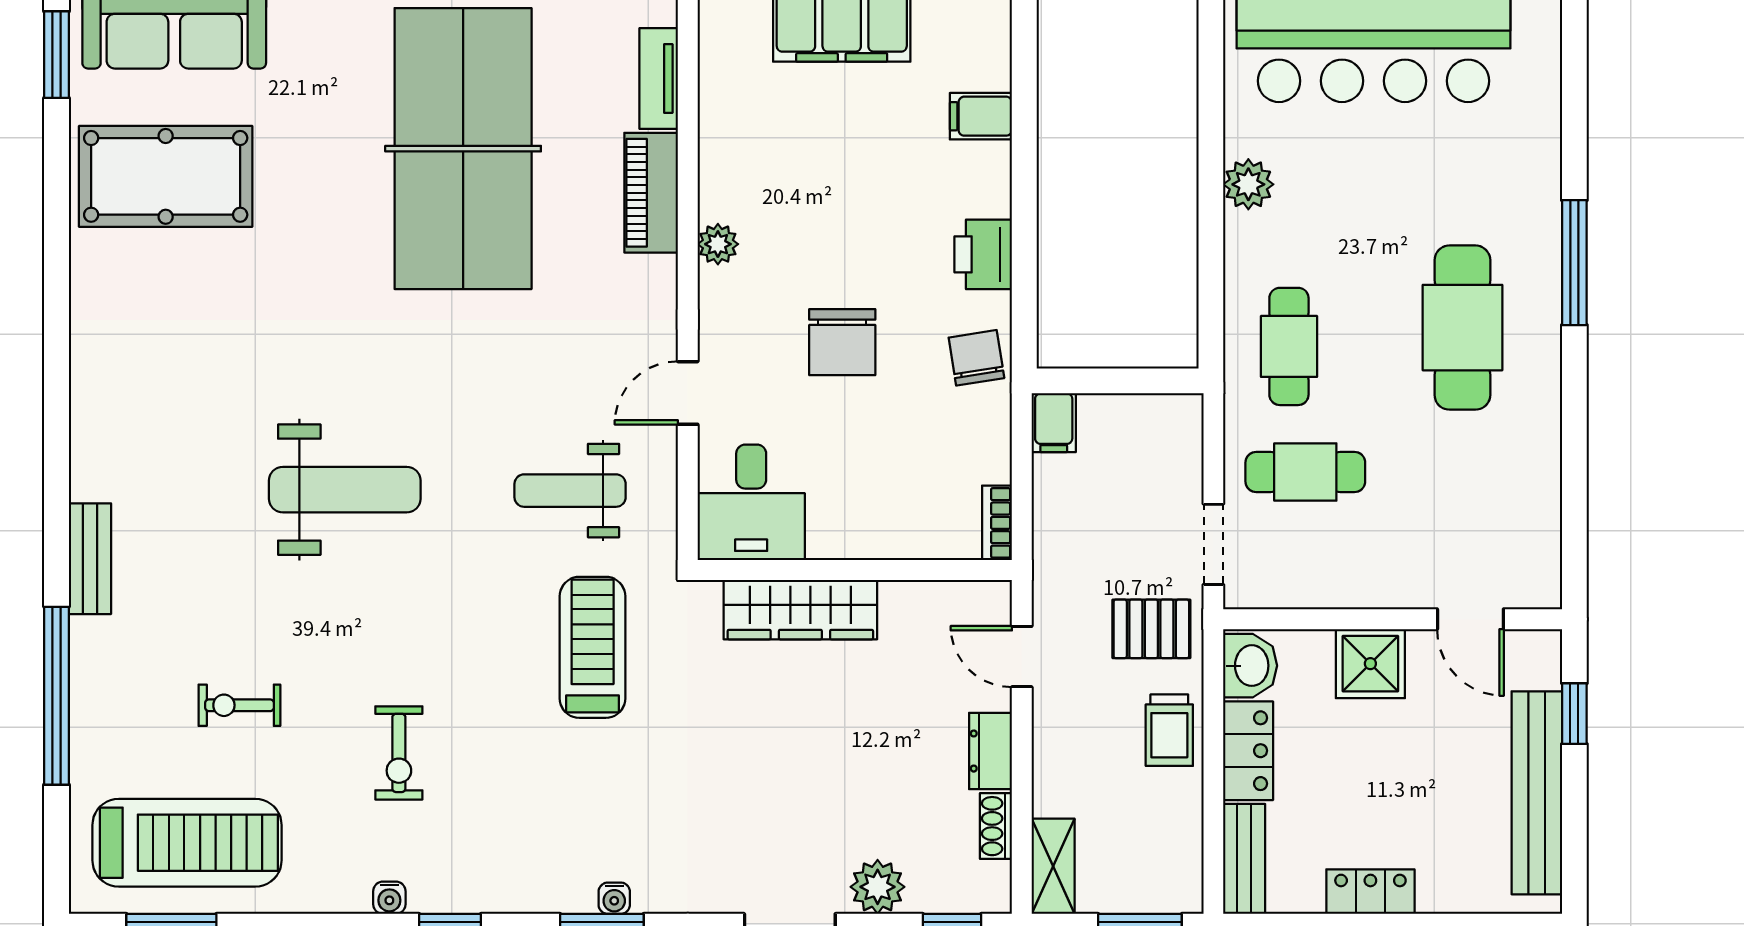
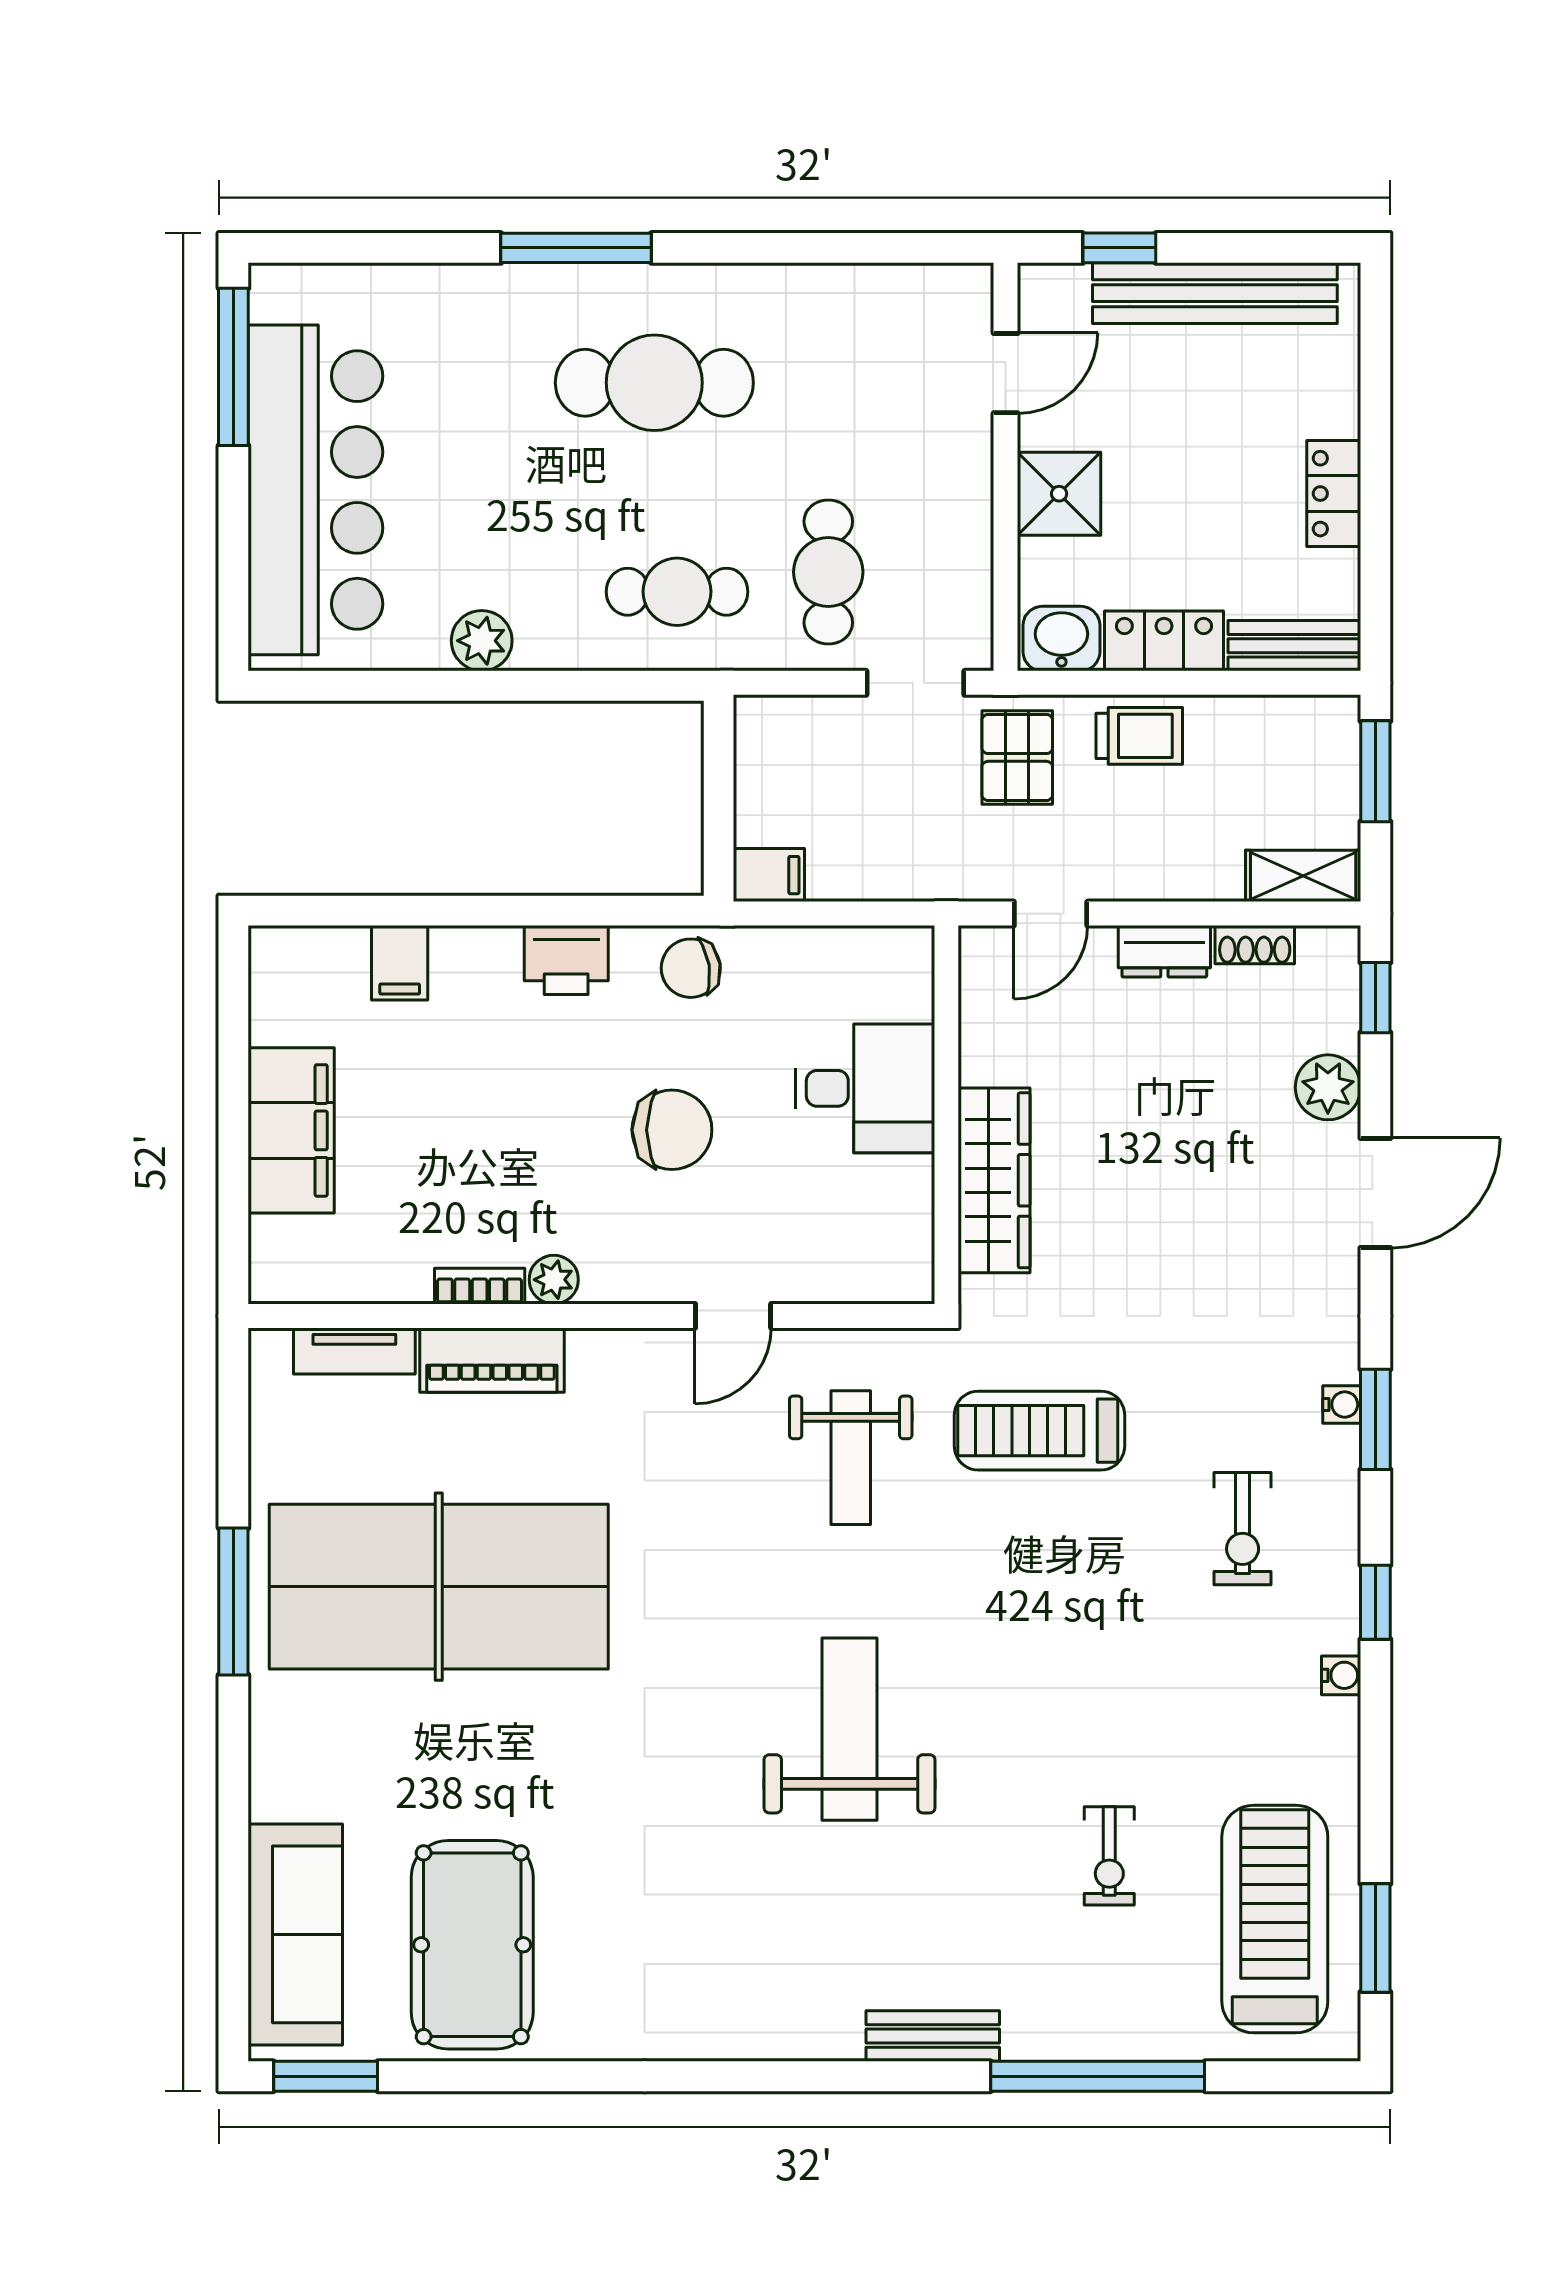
door: (688, 393) -> (733, 1316), hinge flipped
desk: (751, 502) -> (865, 1088), moved
bookcase: (997, 523) -> (480, 1286), moved, turned 180
exercise bike: (399, 753) -> (1243, 1529), moved, turned 90

